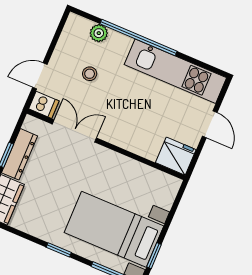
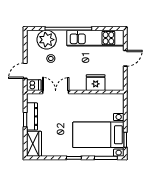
plant: (99, 33) -> (47, 40), width x1.88, depth x1.88
door: (210, 124) -> (125, 58), hinge flipped
fridge: (176, 156) -> (96, 83), moved

